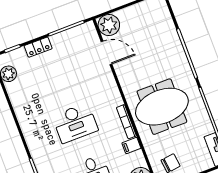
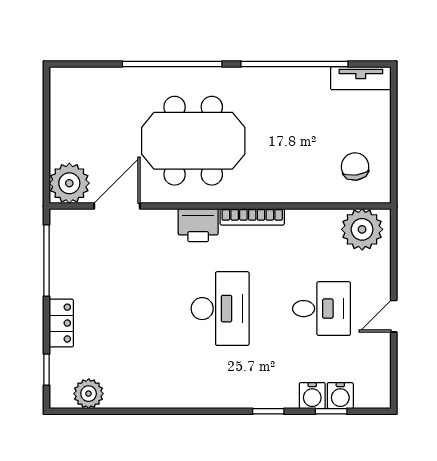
printer: (112, 97) -> (198, 225), added
meeting table: (162, 107) -> (193, 141), moved, turned 90
filing cabinet: (131, 146) -> (298, 224), removed

